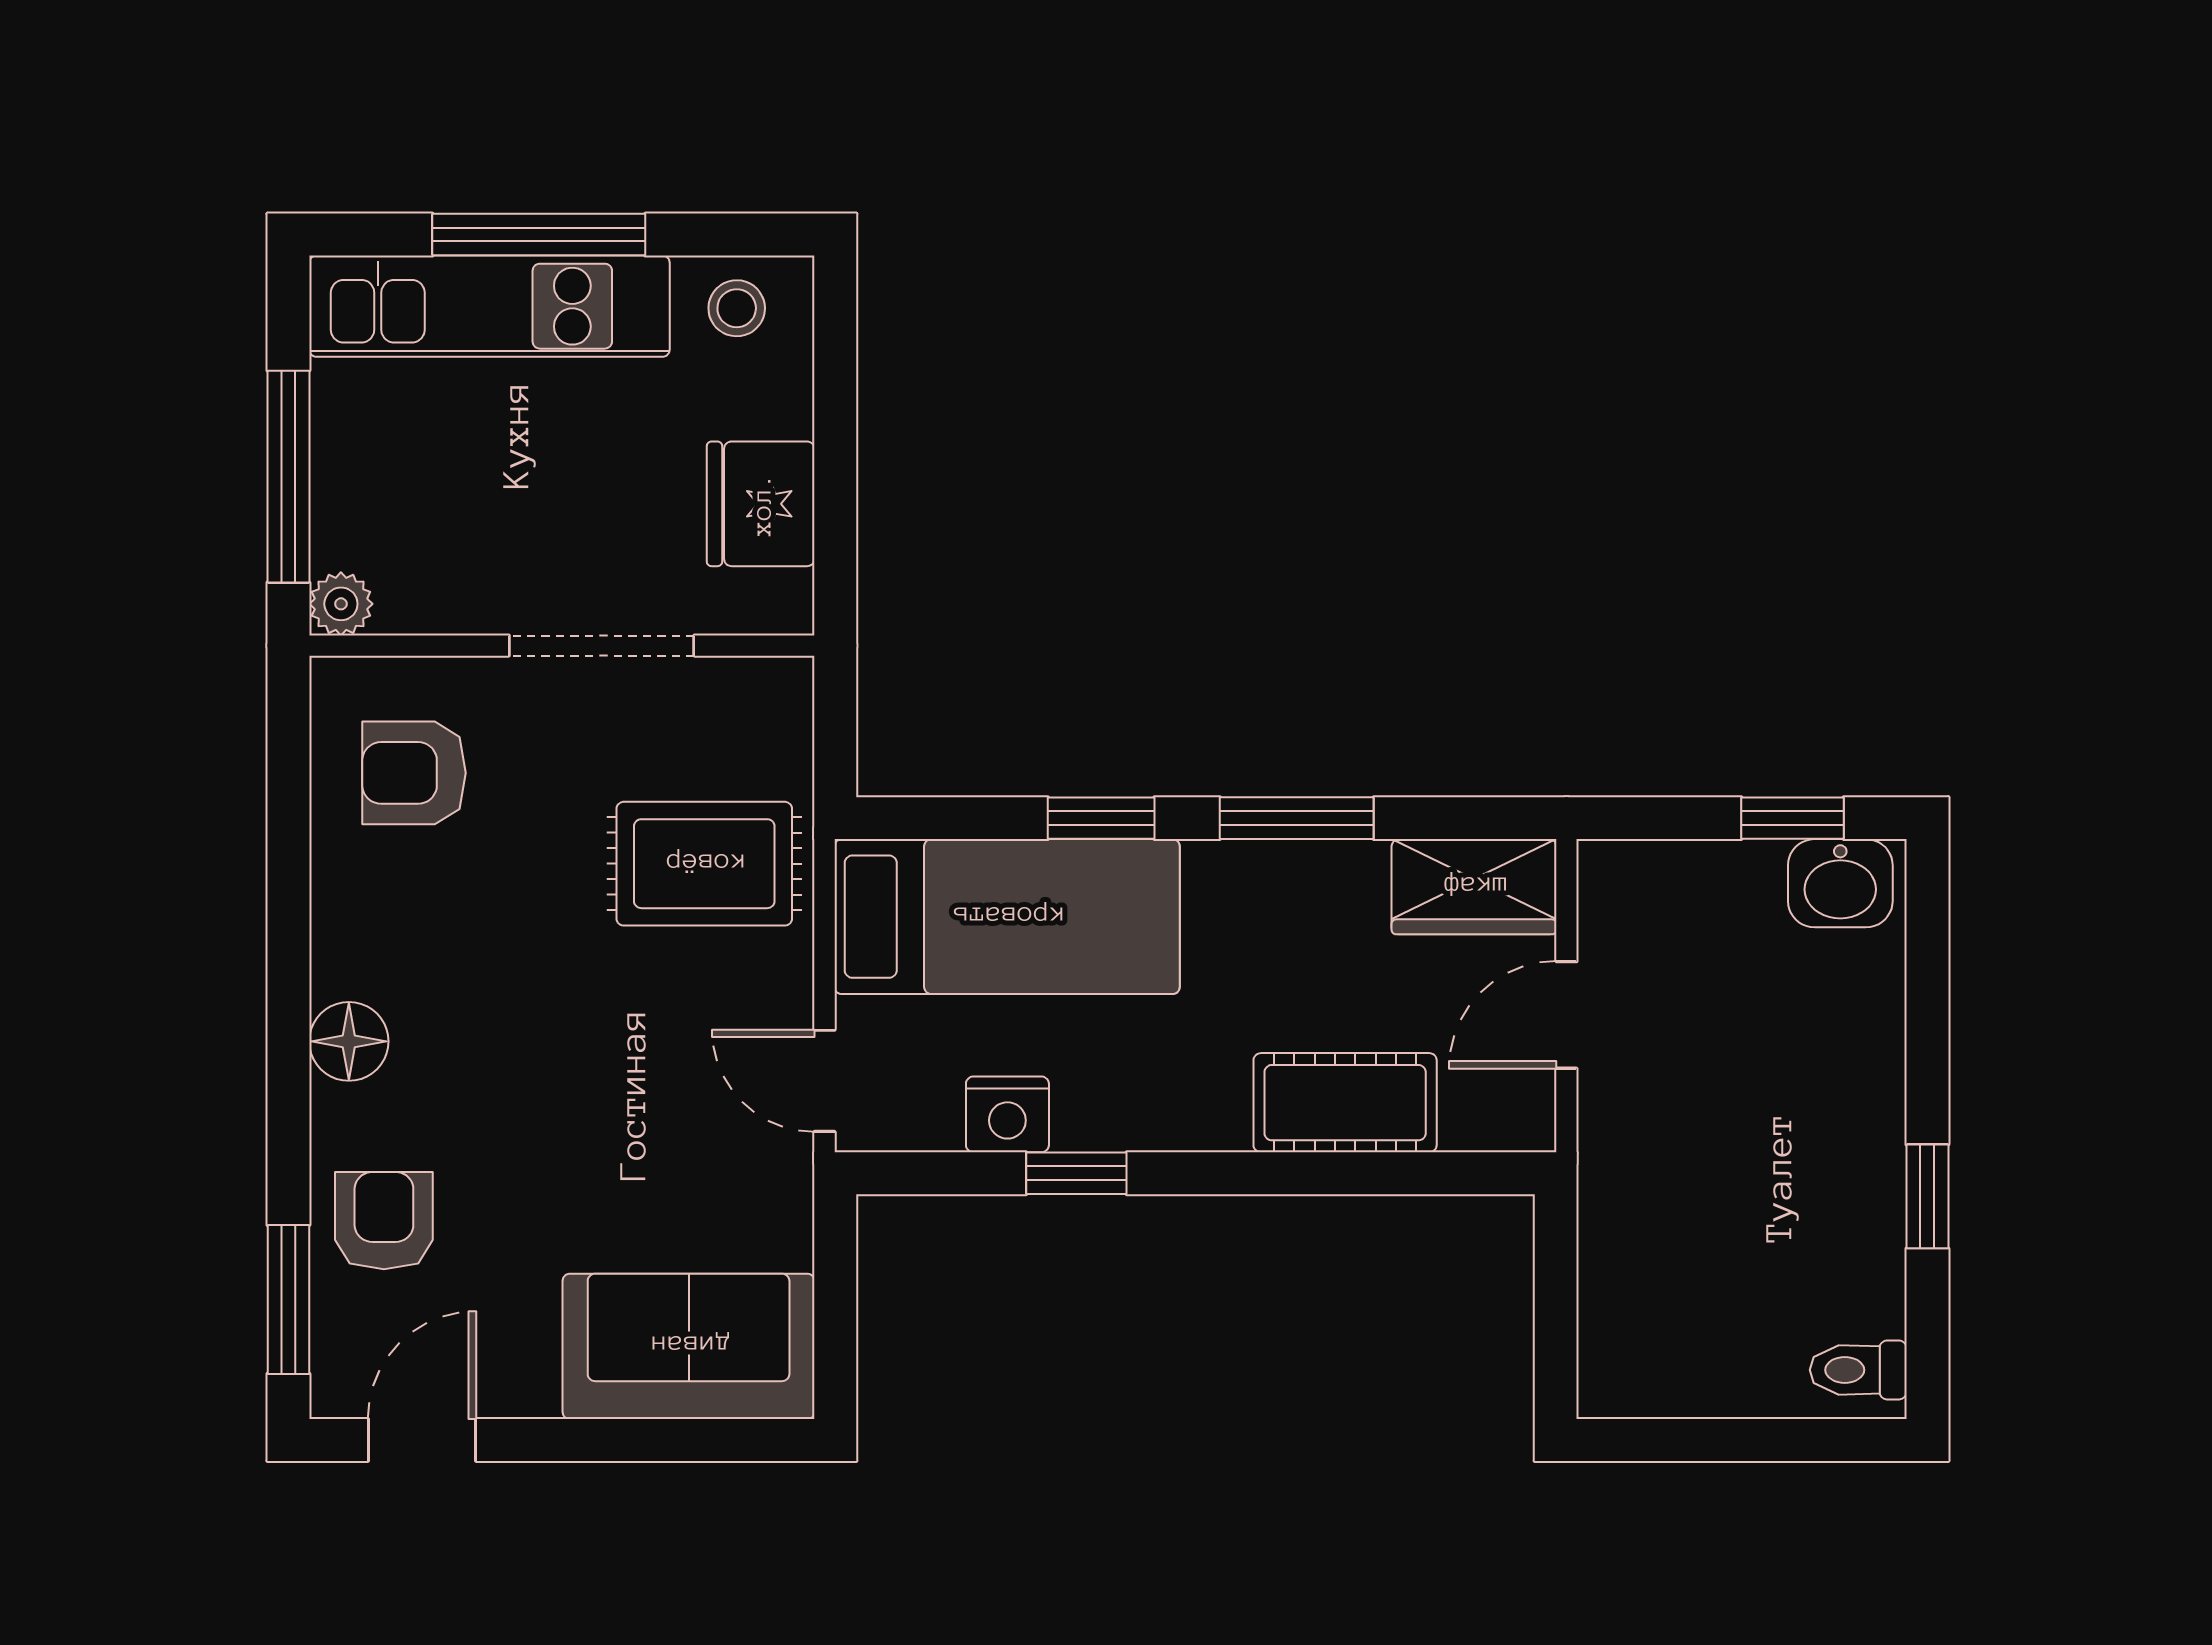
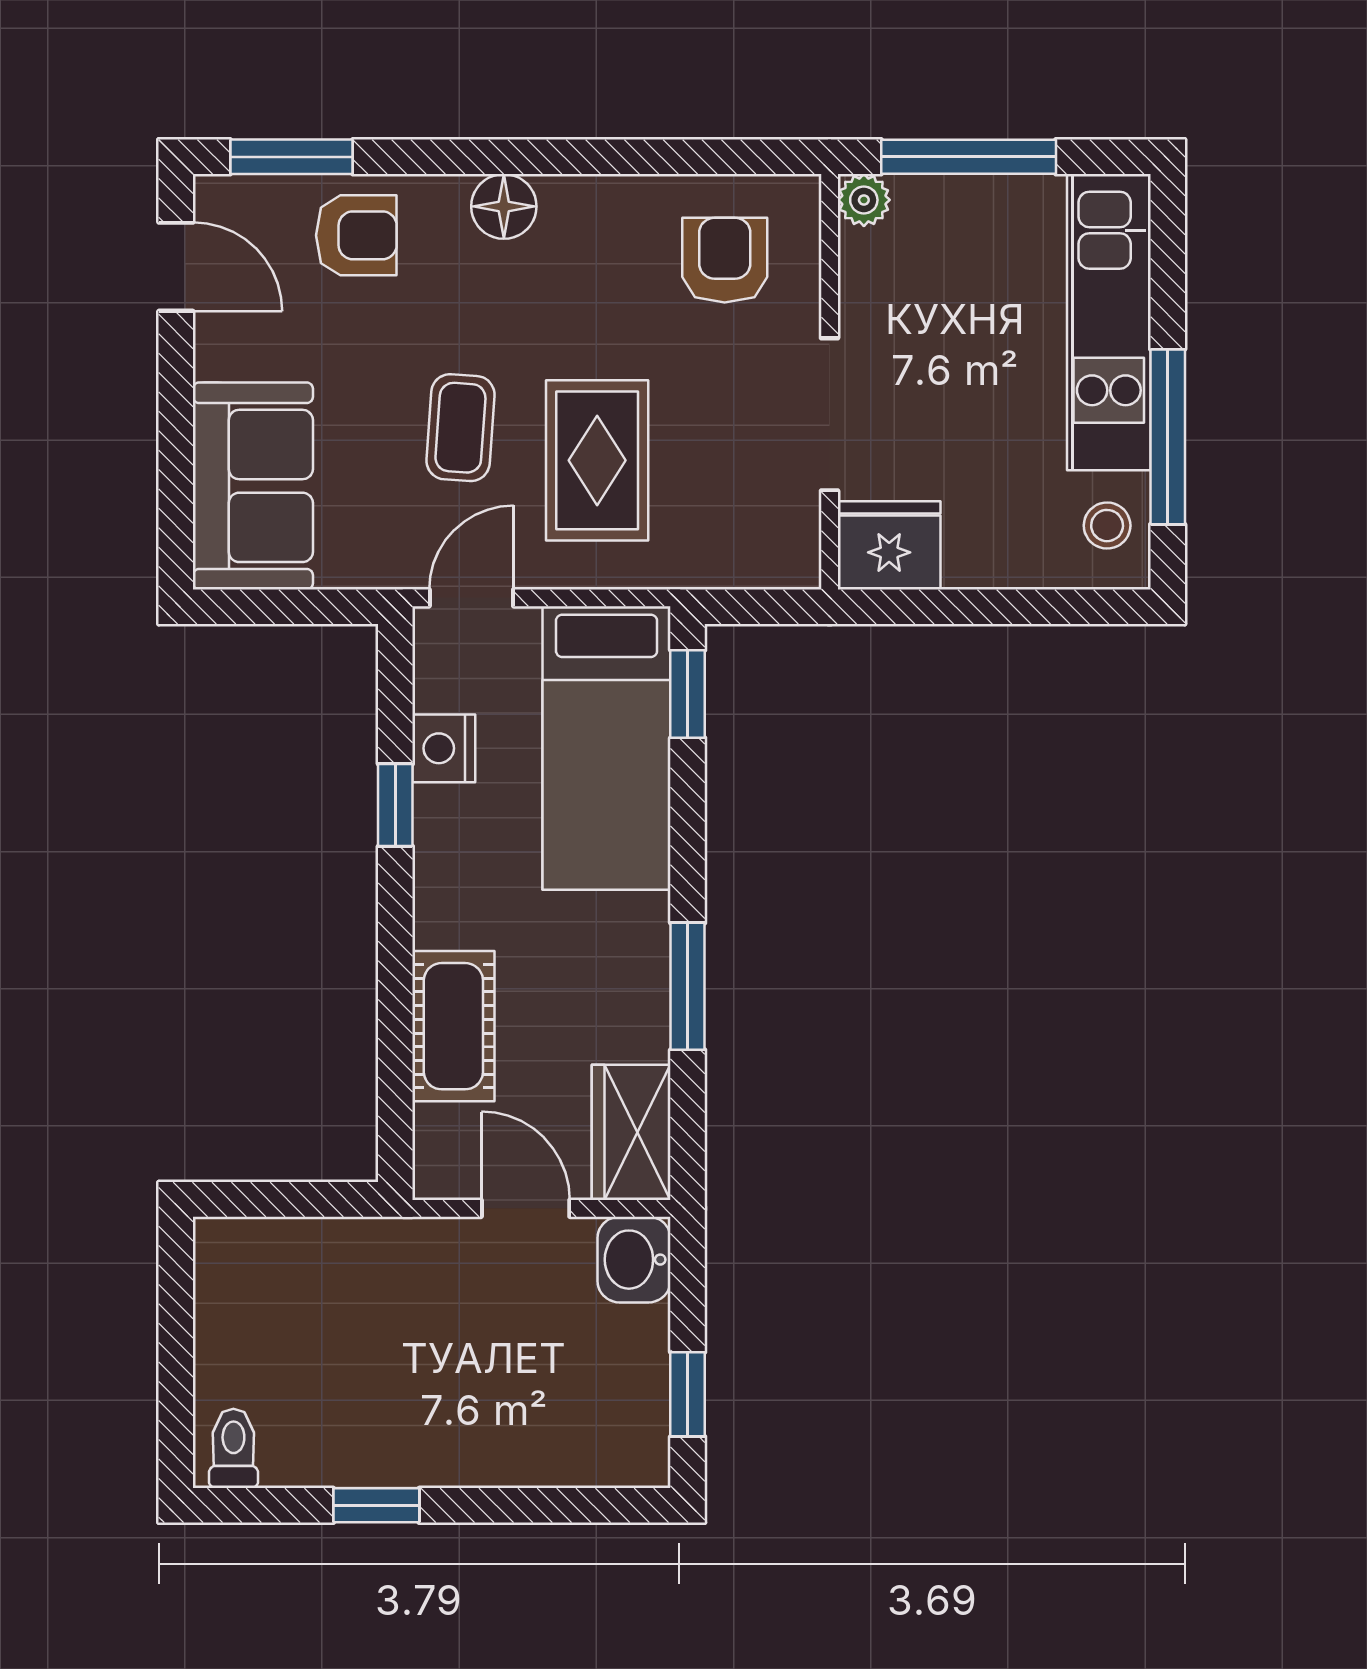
window: (539, 235) -> (1168, 437), moved
fridge: (761, 504) -> (889, 545), moved
window: (1101, 818) -> (688, 694), moved
rug: (704, 864) -> (597, 460), moved
washbasin: (1840, 883) -> (634, 1260), moved
coffee table: (618, 1094) -> (460, 428), added

